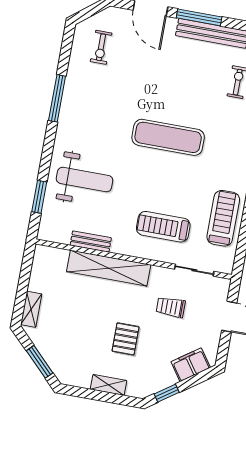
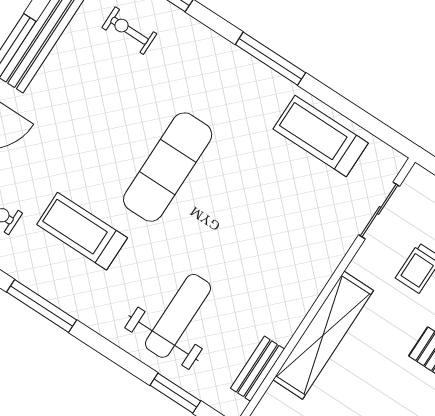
treadmill: (163, 227) -> (82, 231), moved, turned 90
bench: (91, 242) -> (258, 369), moved

